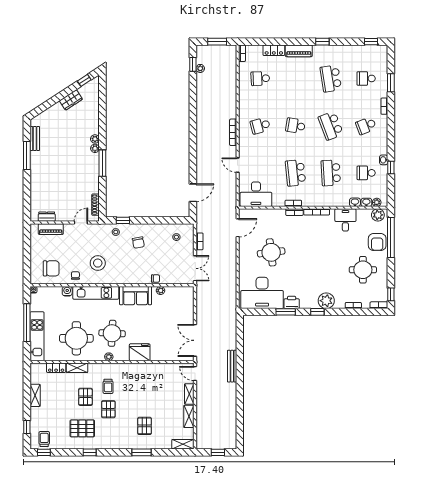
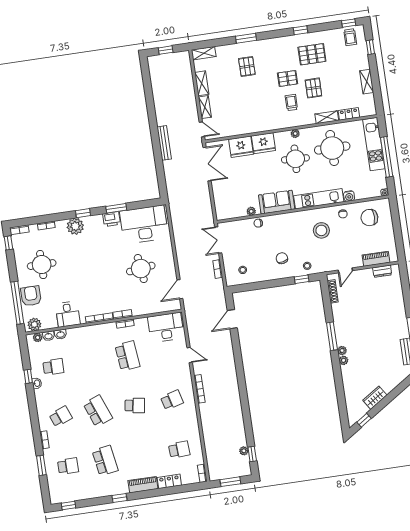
school desk: (331, 173) -> (90, 361), removed
fridge: (161, 352) -> (241, 147), added
pallet: (108, 409) -> (288, 78), turned 90

